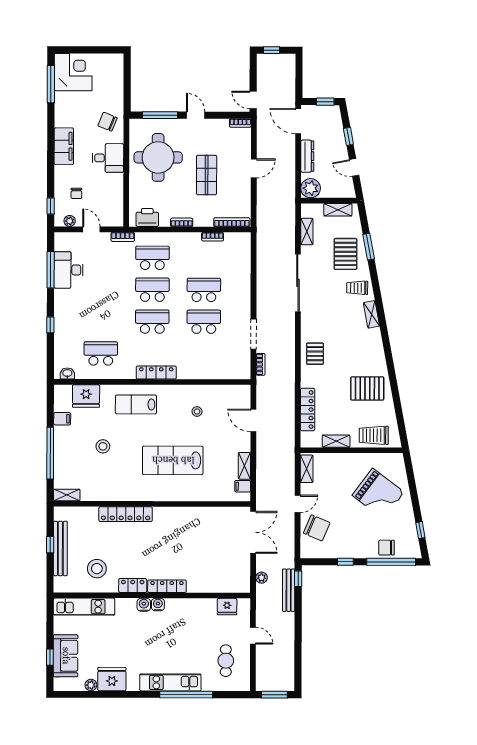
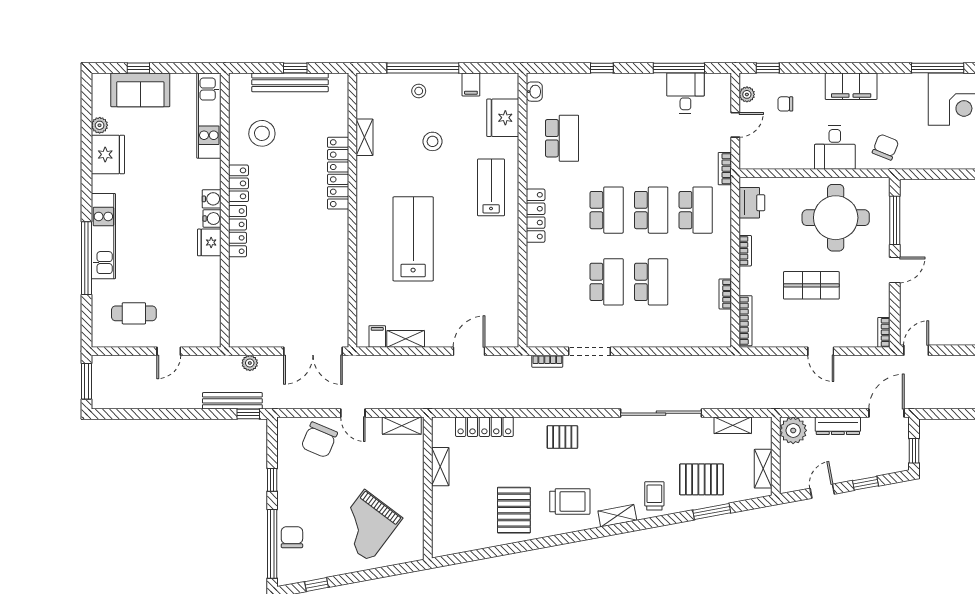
desk: (68, 270) -> (685, 93), width x0.73
stool: (197, 411) -> (419, 91), moved
trolley: (374, 435) -> (570, 501), moved, turned 90
shelving: (67, 495) -> (365, 137), moved
fridge: (227, 607) -> (209, 242), moved

